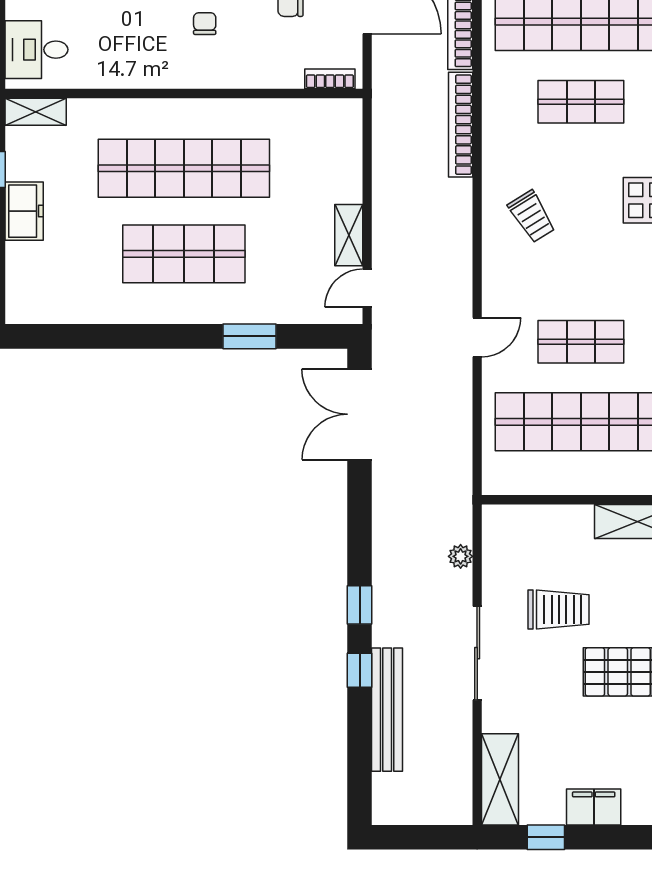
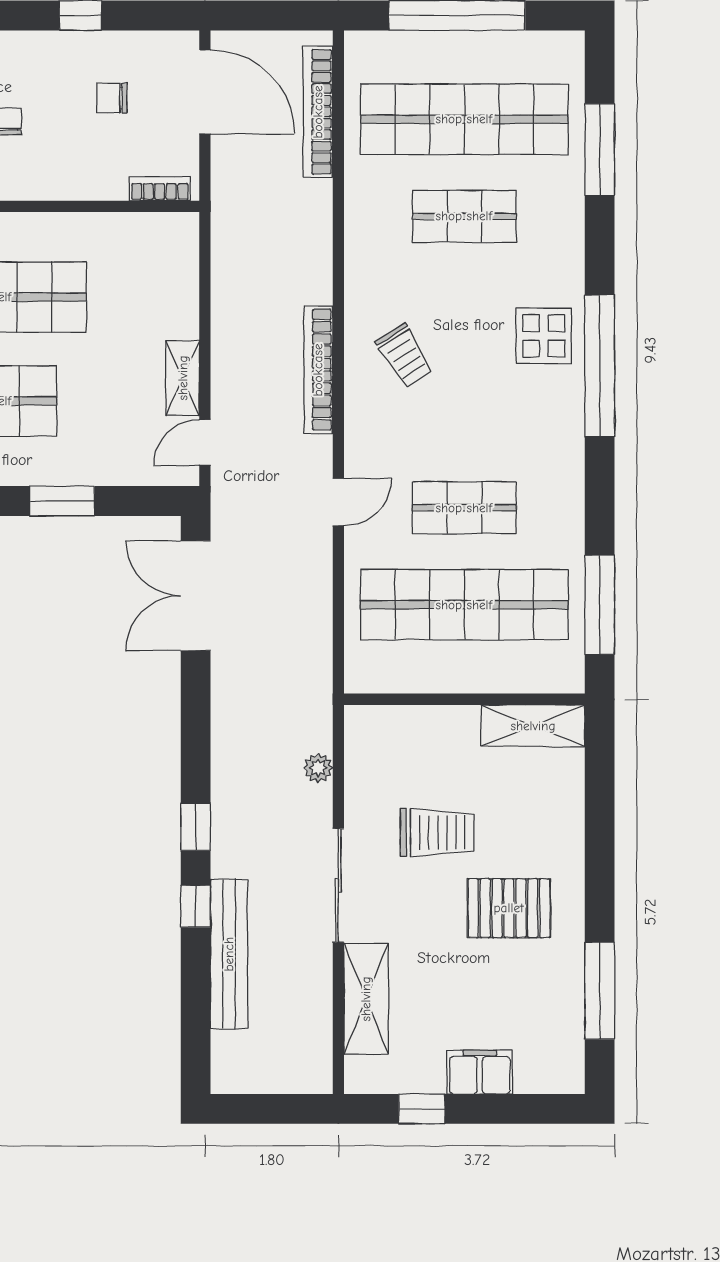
bookcase: (461, 125) -> (318, 370), moved
shelving: (500, 779) -> (366, 999), moved

